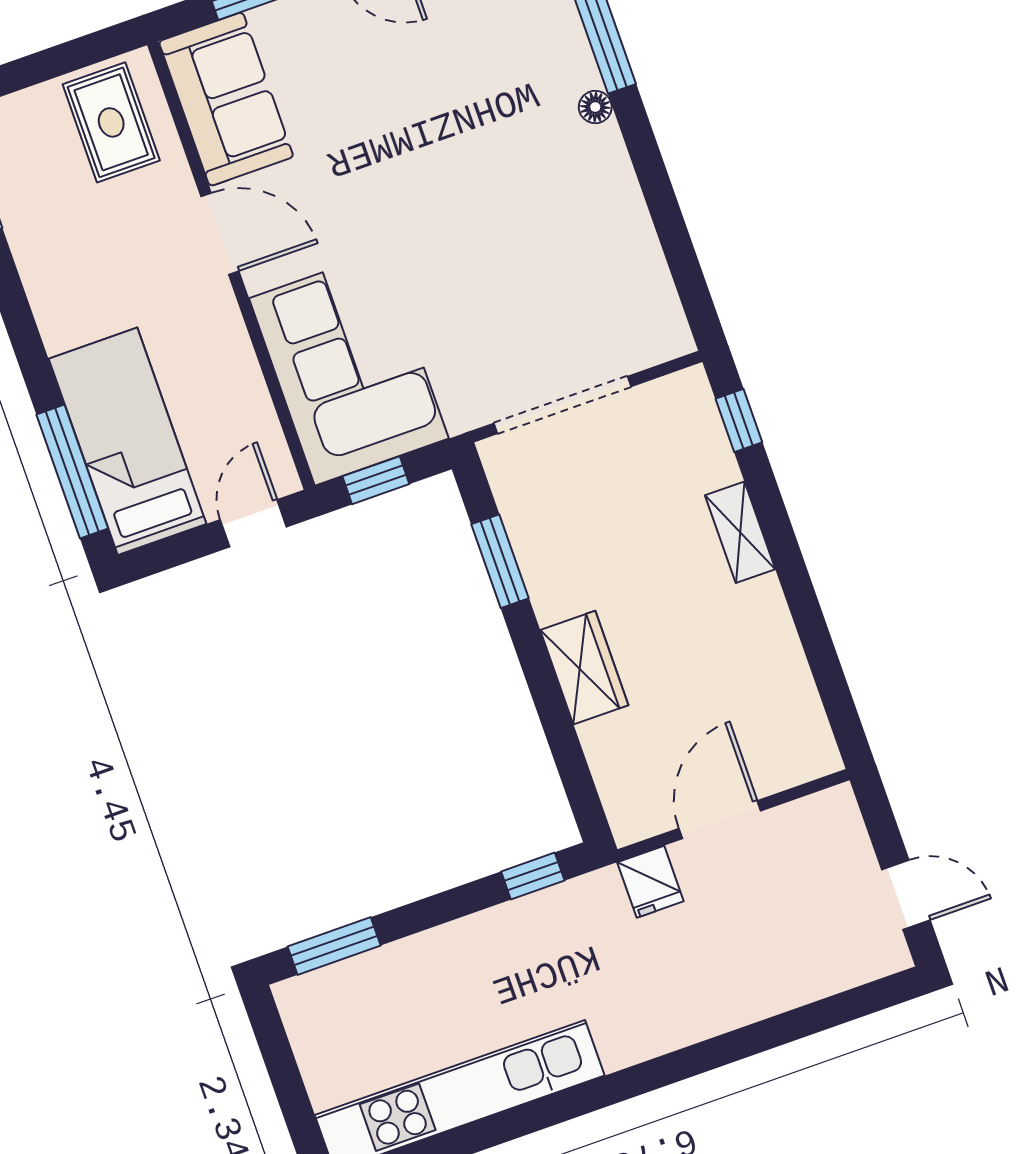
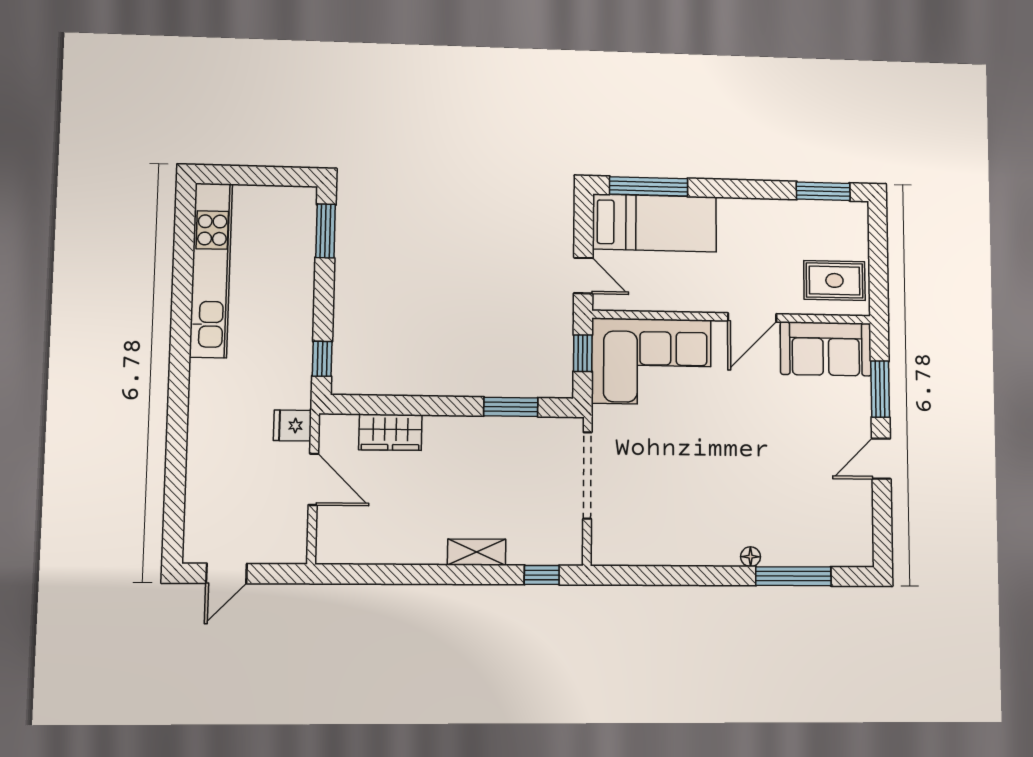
wardrobe: (584, 668) -> (390, 432), moved

